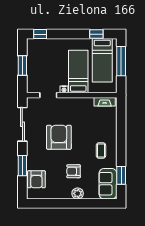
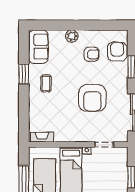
armchair: (74, 171) -> (92, 54), moved
window: (121, 175) -> (24, 74), moved

